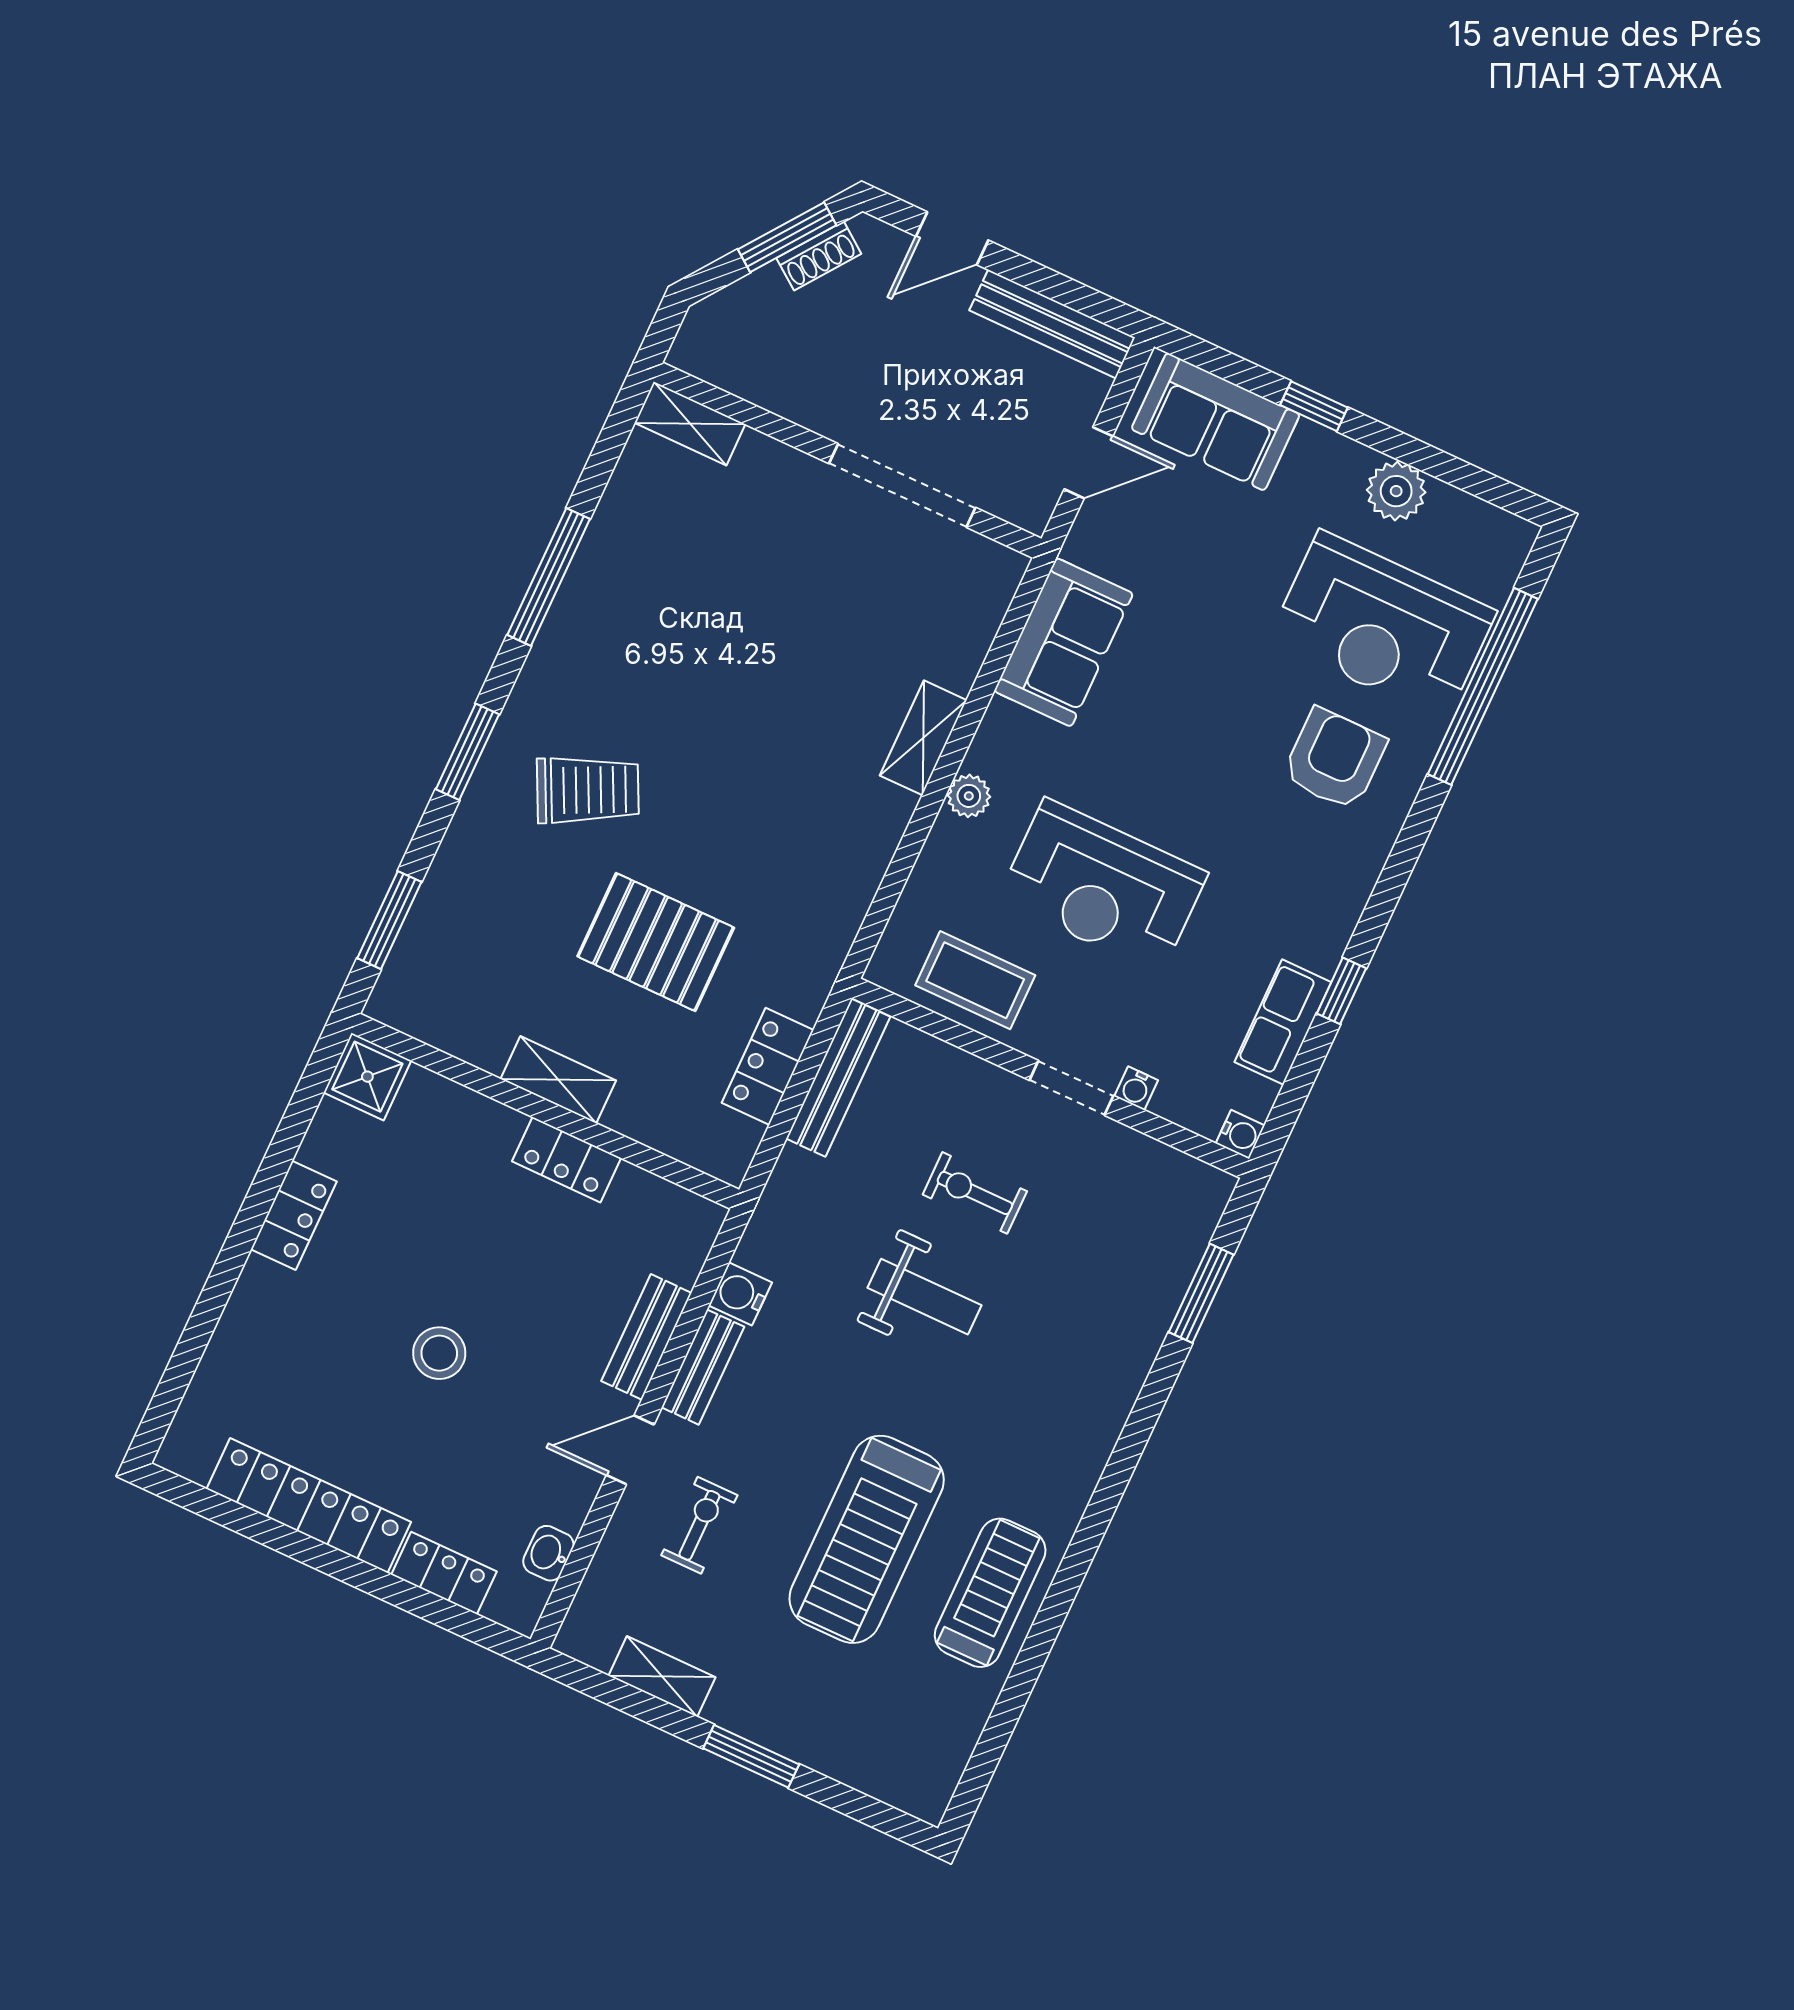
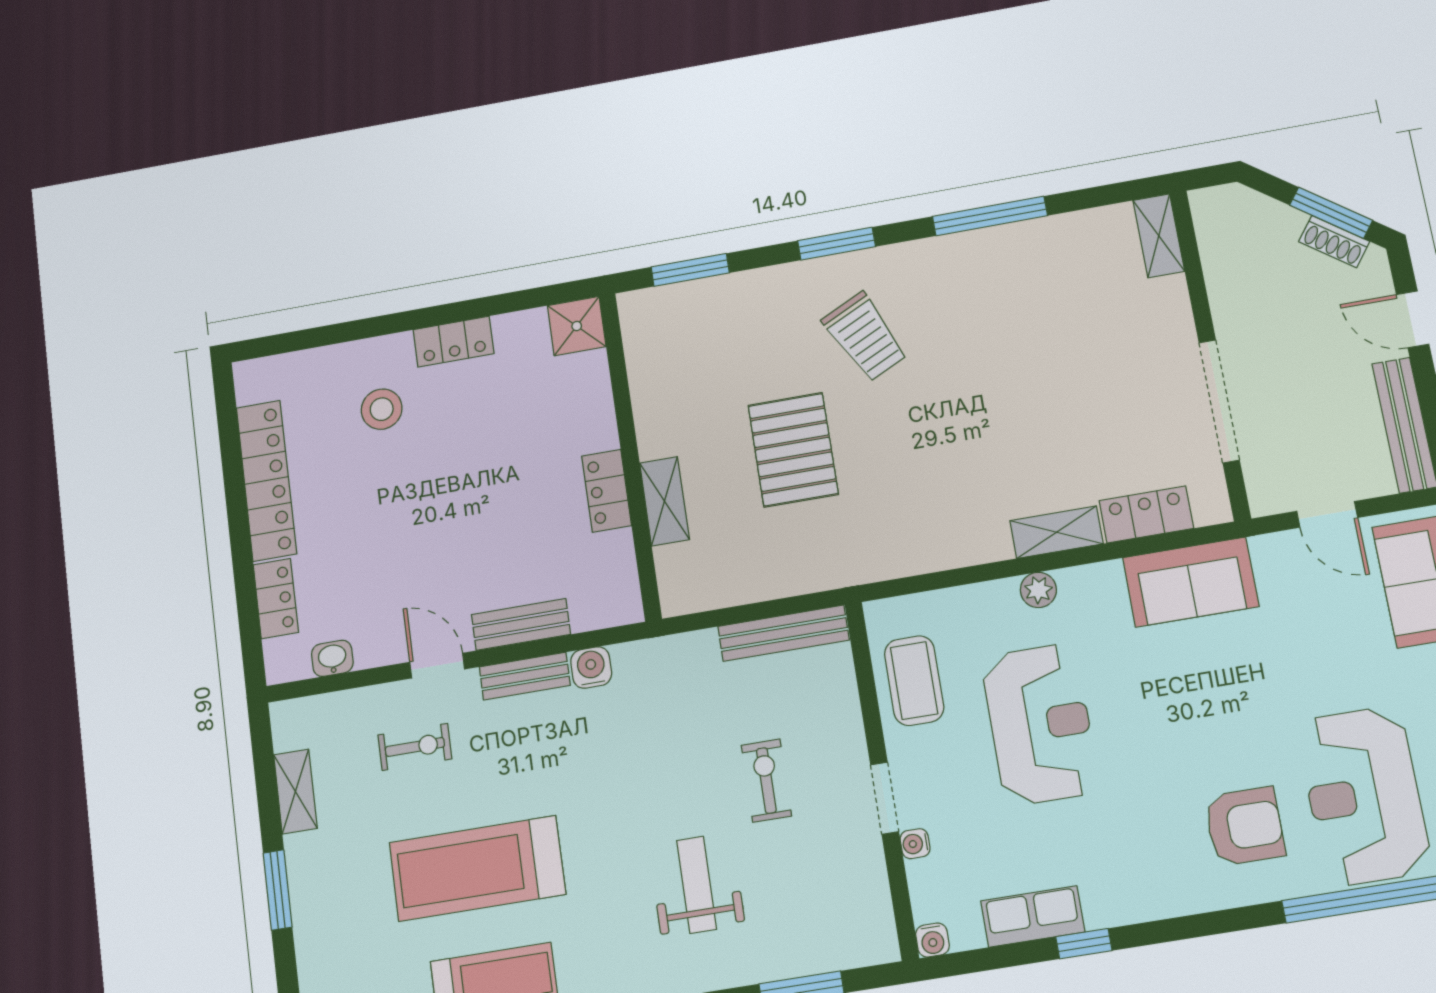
reception desk: (1103, 886) -> (1040, 724), turned 180
locker: (768, 1066) -> (1146, 514), moved
shelving: (558, 1080) -> (665, 501), moved
weight bench: (924, 1297) -> (697, 885), moved, turned 180
stool: (439, 1353) -> (382, 409), moved

